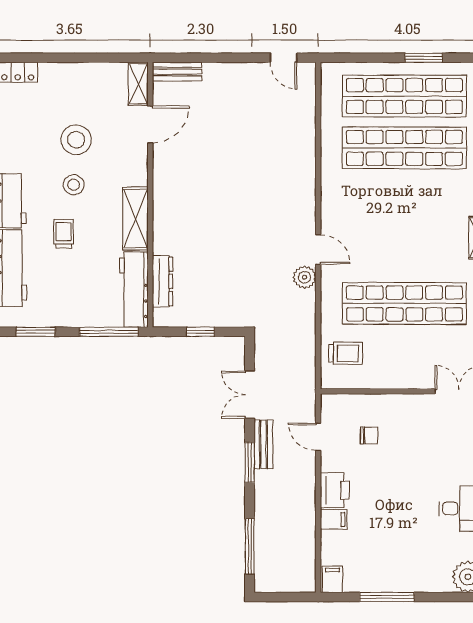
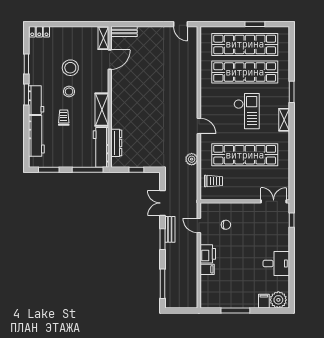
checkout: (408, 222) -> (247, 111), added
plant: (304, 277) -> (192, 159), moved
filing cabinet: (332, 579) -> (264, 301), moved

